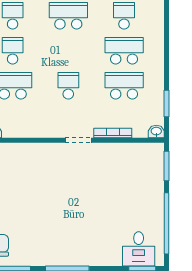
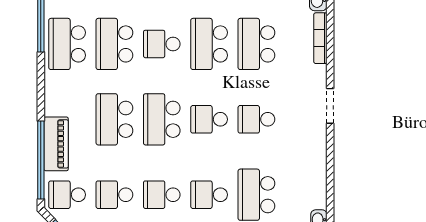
school desk: (68, 51) -> (209, 119), added
bookcase: (113, 133) -> (320, 38), moved

